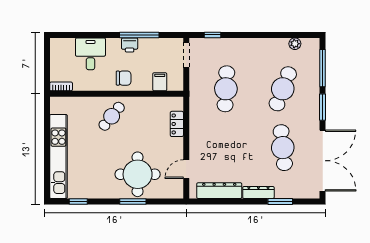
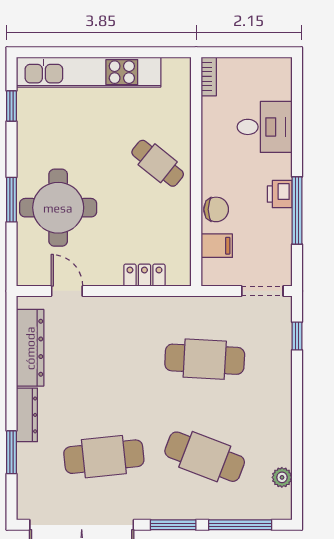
chair: (124, 78) -> (216, 209), moved, turned -90

